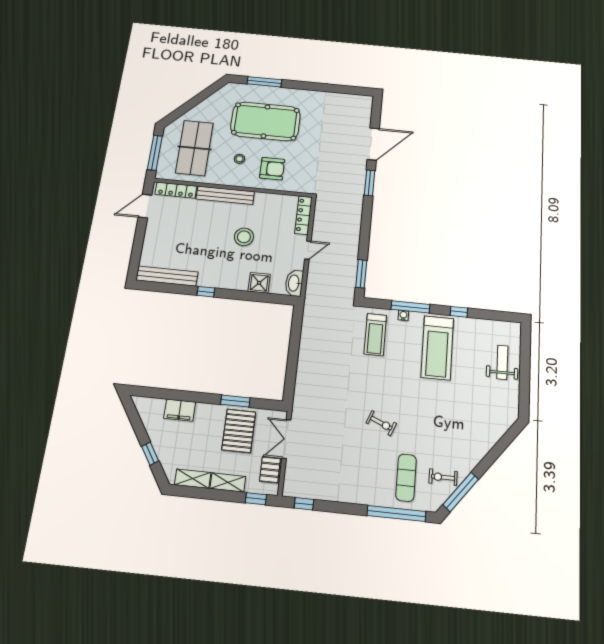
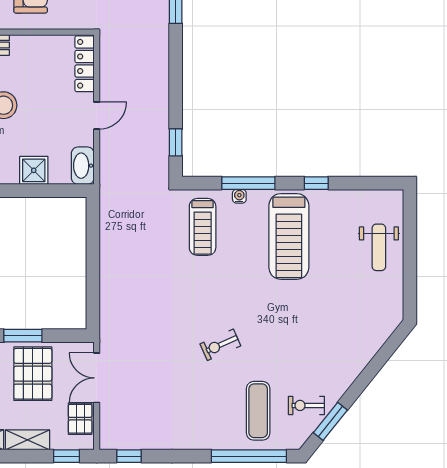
window: (361, 274) -> (176, 142), width x0.67
weight bench: (502, 362) -> (379, 247), turned 180
exercise bike: (381, 423) -> (220, 345), turned 134
window: (461, 492) -> (330, 421), width x0.69

